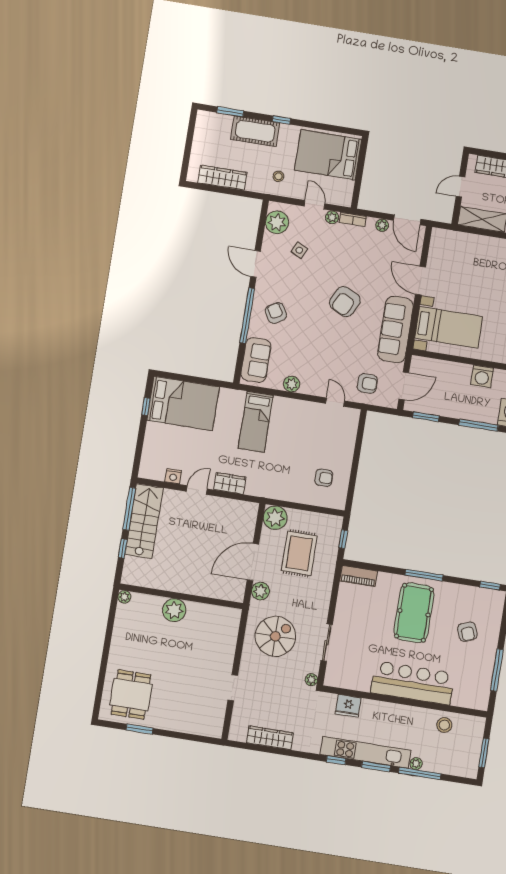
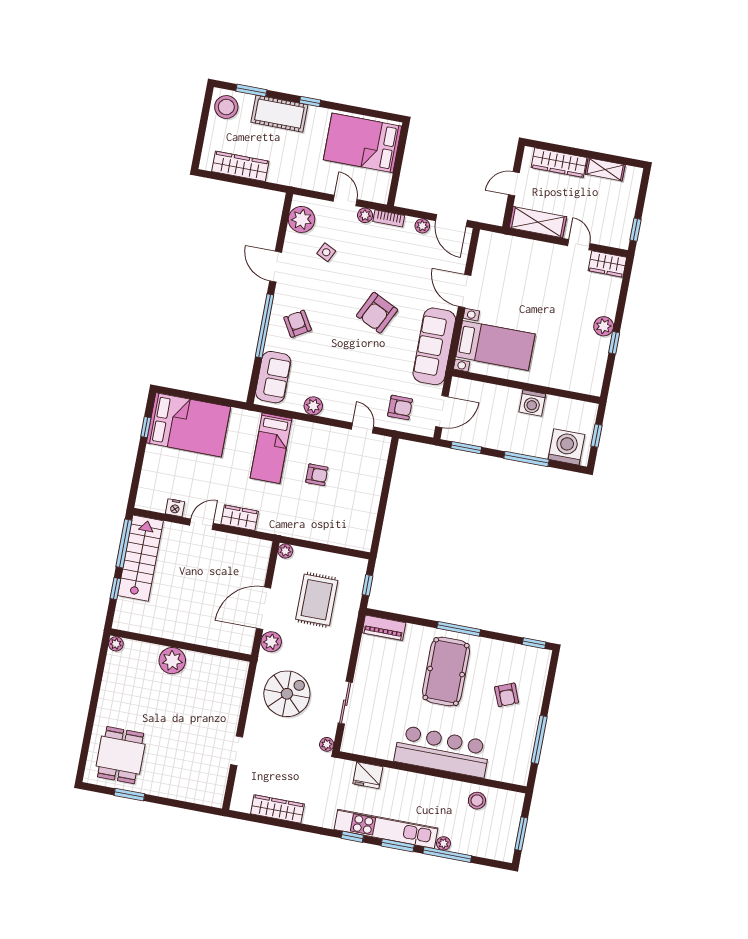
stool: (278, 176) -> (226, 107), moved, width x1.89, depth x1.89
armchair: (324, 478) -> (317, 475), moved
plant: (275, 518) -> (285, 551), width x0.53, depth x0.53

